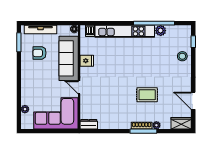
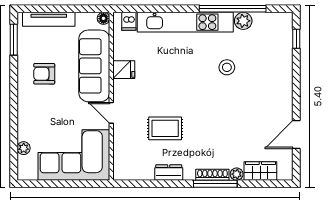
armchair: (39, 53) -> (44, 74), moved
stool: (182, 56) -> (227, 67), moved
rug: (147, 95) -> (165, 128), moved
door: (193, 101) -> (296, 135), hinge flipped
wardrobe: (181, 123) -> (260, 171), moved
dresser: (89, 124) -> (169, 173), moved

